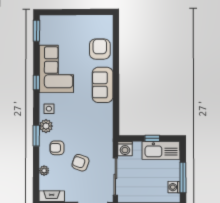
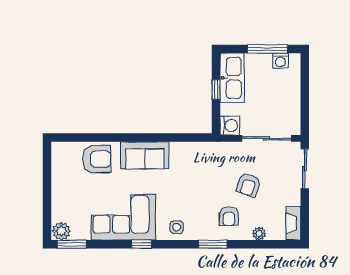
armchair: (100, 49) -> (97, 159), turned 180
plant: (46, 126) -> (61, 231), moved

